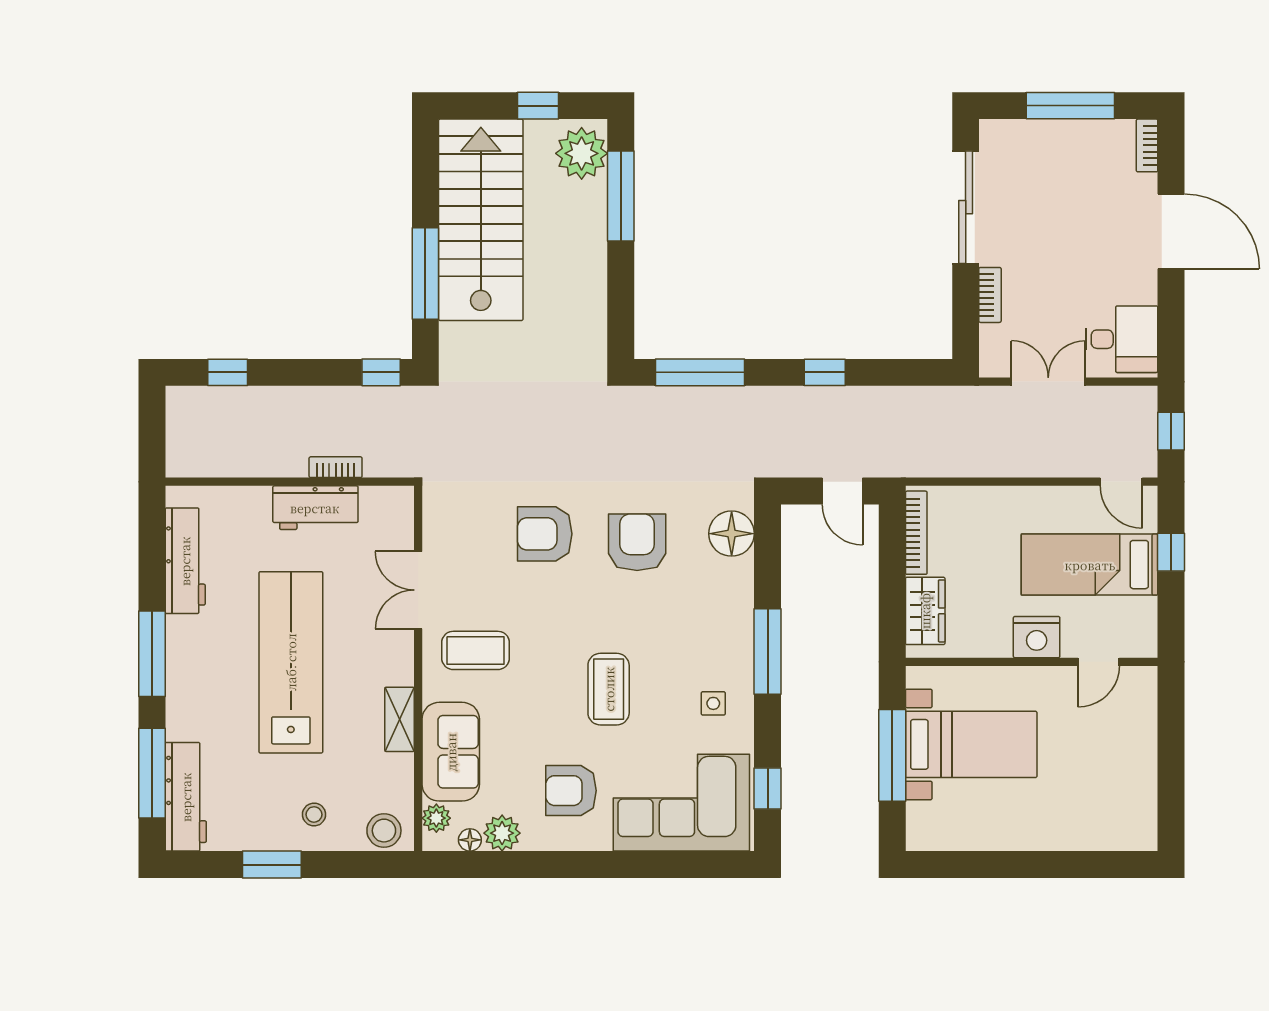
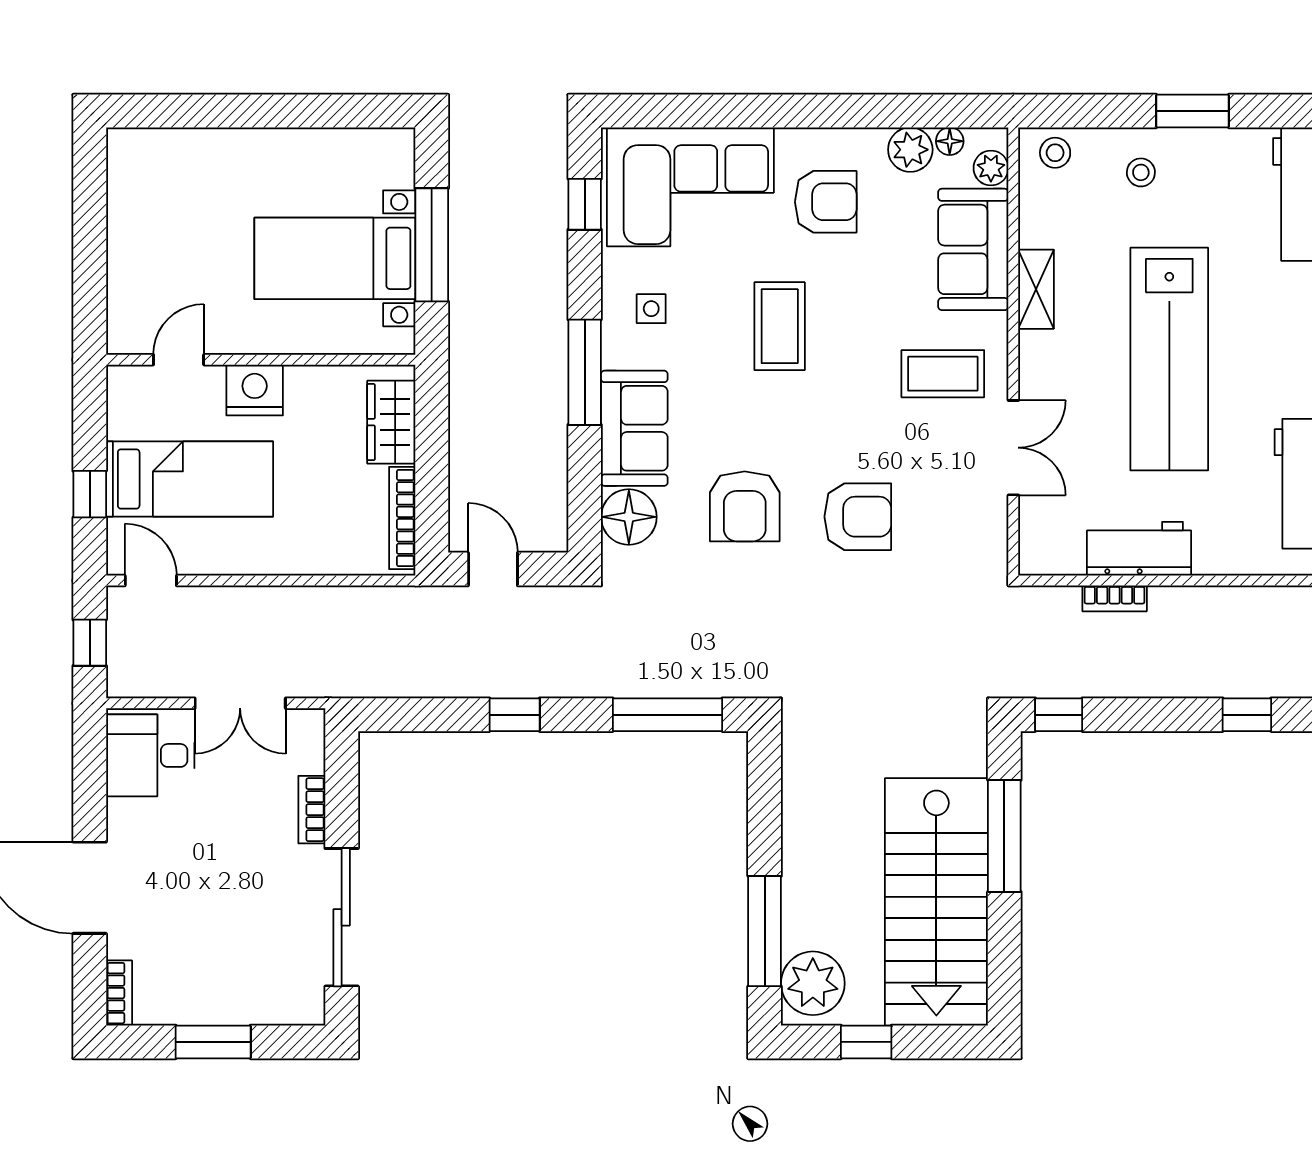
window: (1070, 106) -> (213, 1042), width x0.69
sofa: (727, 606) -> (634, 428), added
stool: (384, 831) -> (1055, 153), width x0.73, depth x0.73

